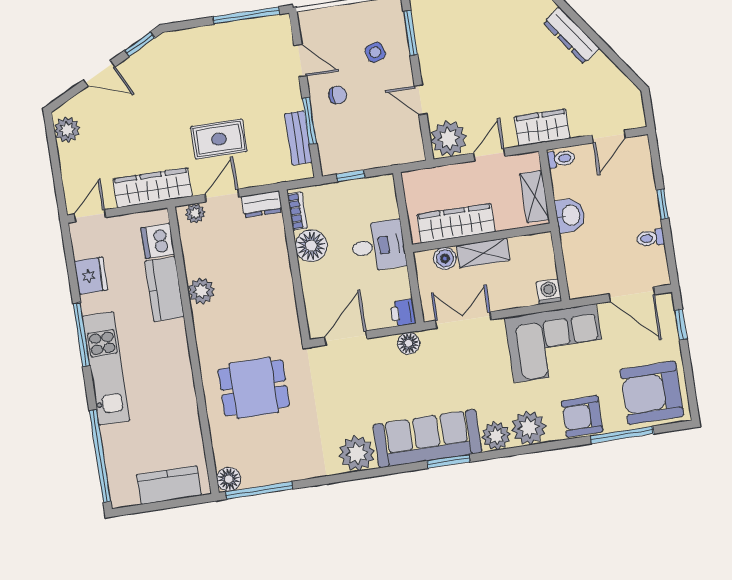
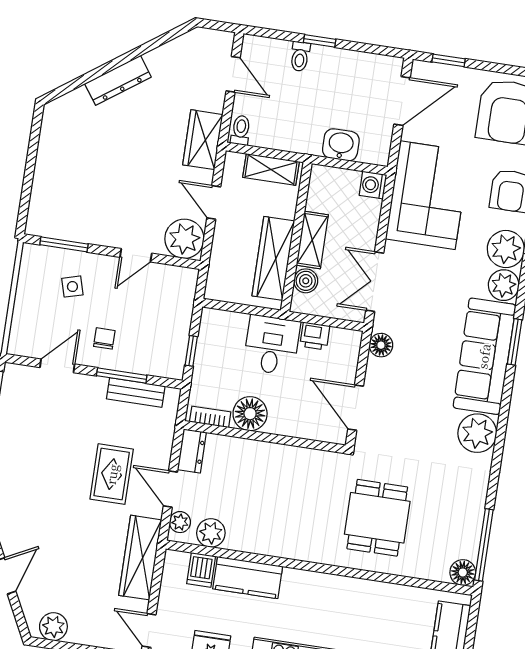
washbasin: (570, 215) -> (341, 145), moved
toilet: (650, 238) -> (300, 56), moved
dishwasher: (158, 241) -> (201, 570), width x0.73
plant: (201, 291) -> (211, 533), moved
printer: (403, 313) -> (315, 336), moved

